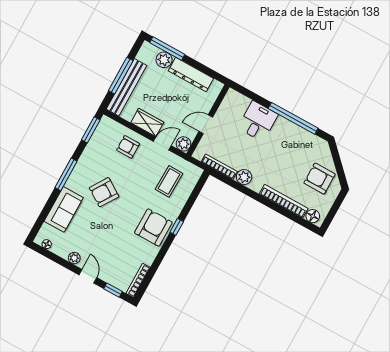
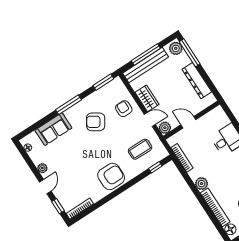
plant: (164, 60) -> (176, 48), moved
plant: (244, 177) -> (202, 184), moved
armchair: (104, 192) -> (96, 122), moved
window: (177, 227) -> (155, 167), moved

